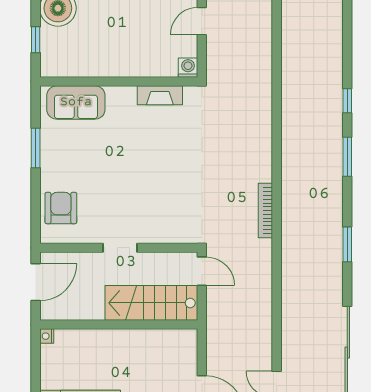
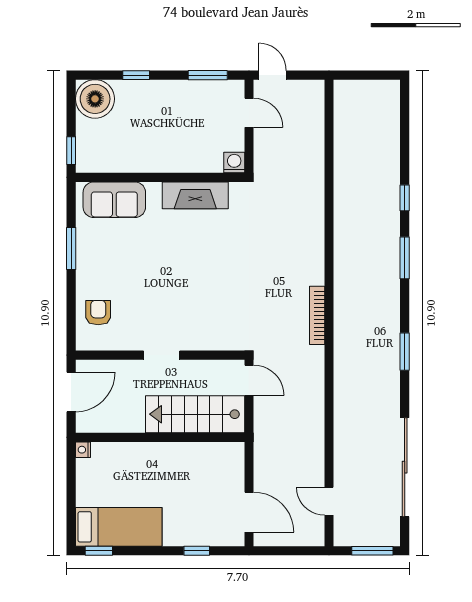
door: (202, 21) -> (249, 113), swing flipped
window: (36, 40) -> (71, 151), moved
fireplace: (160, 95) -> (195, 195), width x1.37, depth x1.32
armchair: (61, 208) -> (98, 313), width x0.72, depth x0.72

